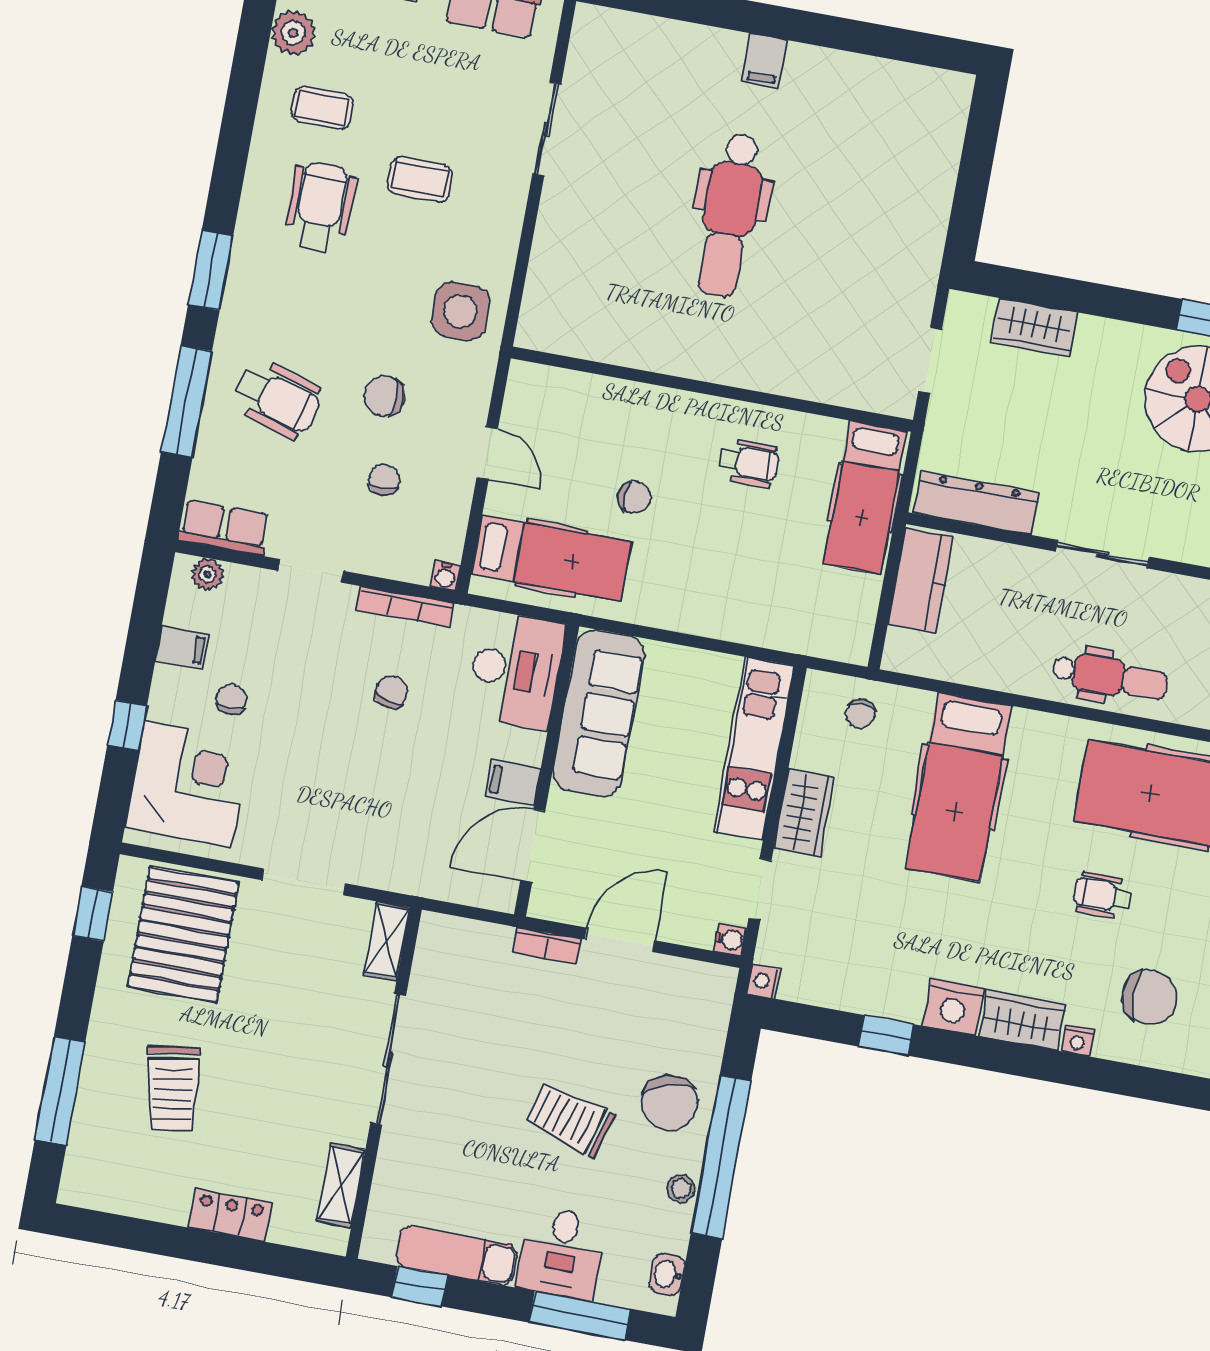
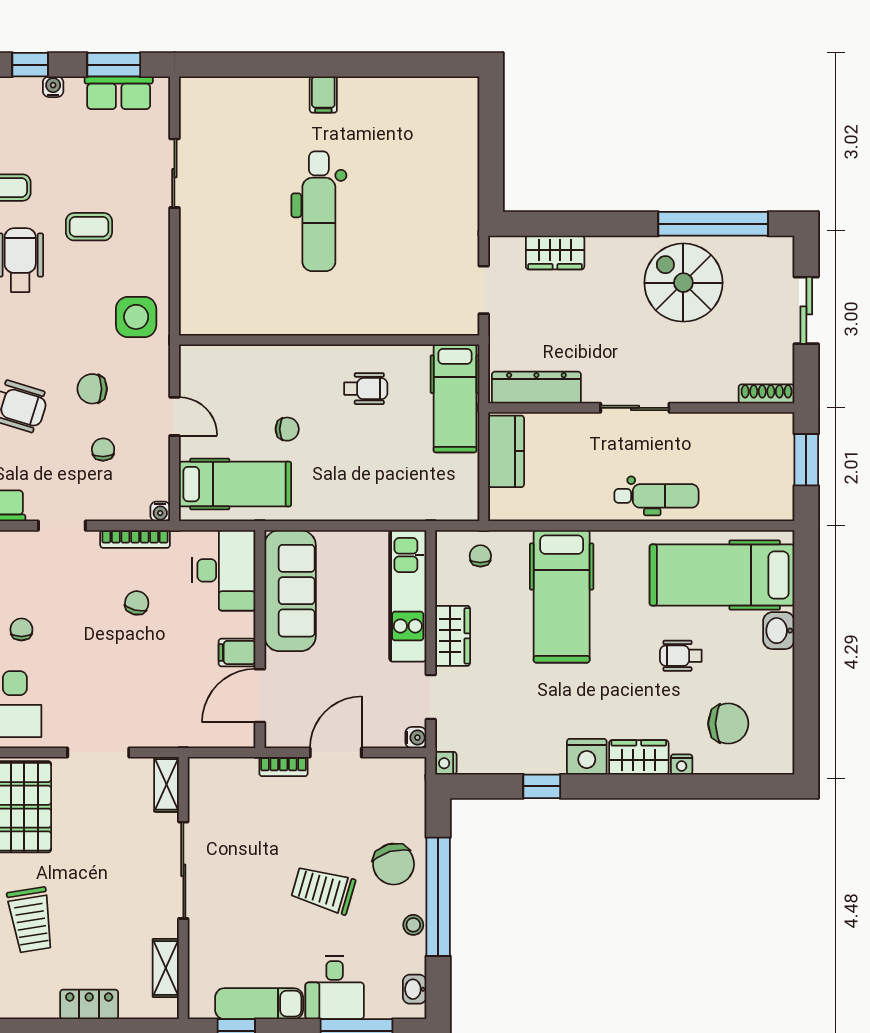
chair: (861, 713) -> (480, 556), turned 180

